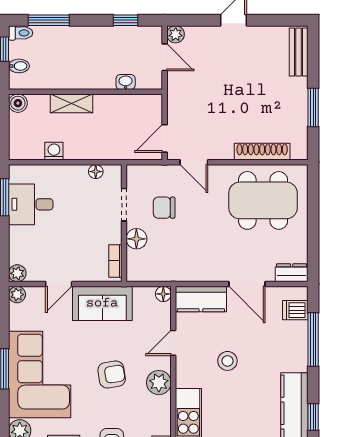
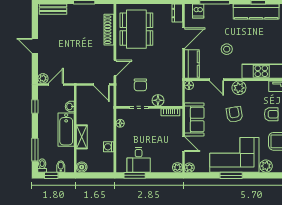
bathtub: (85, 76) -> (66, 130), added

